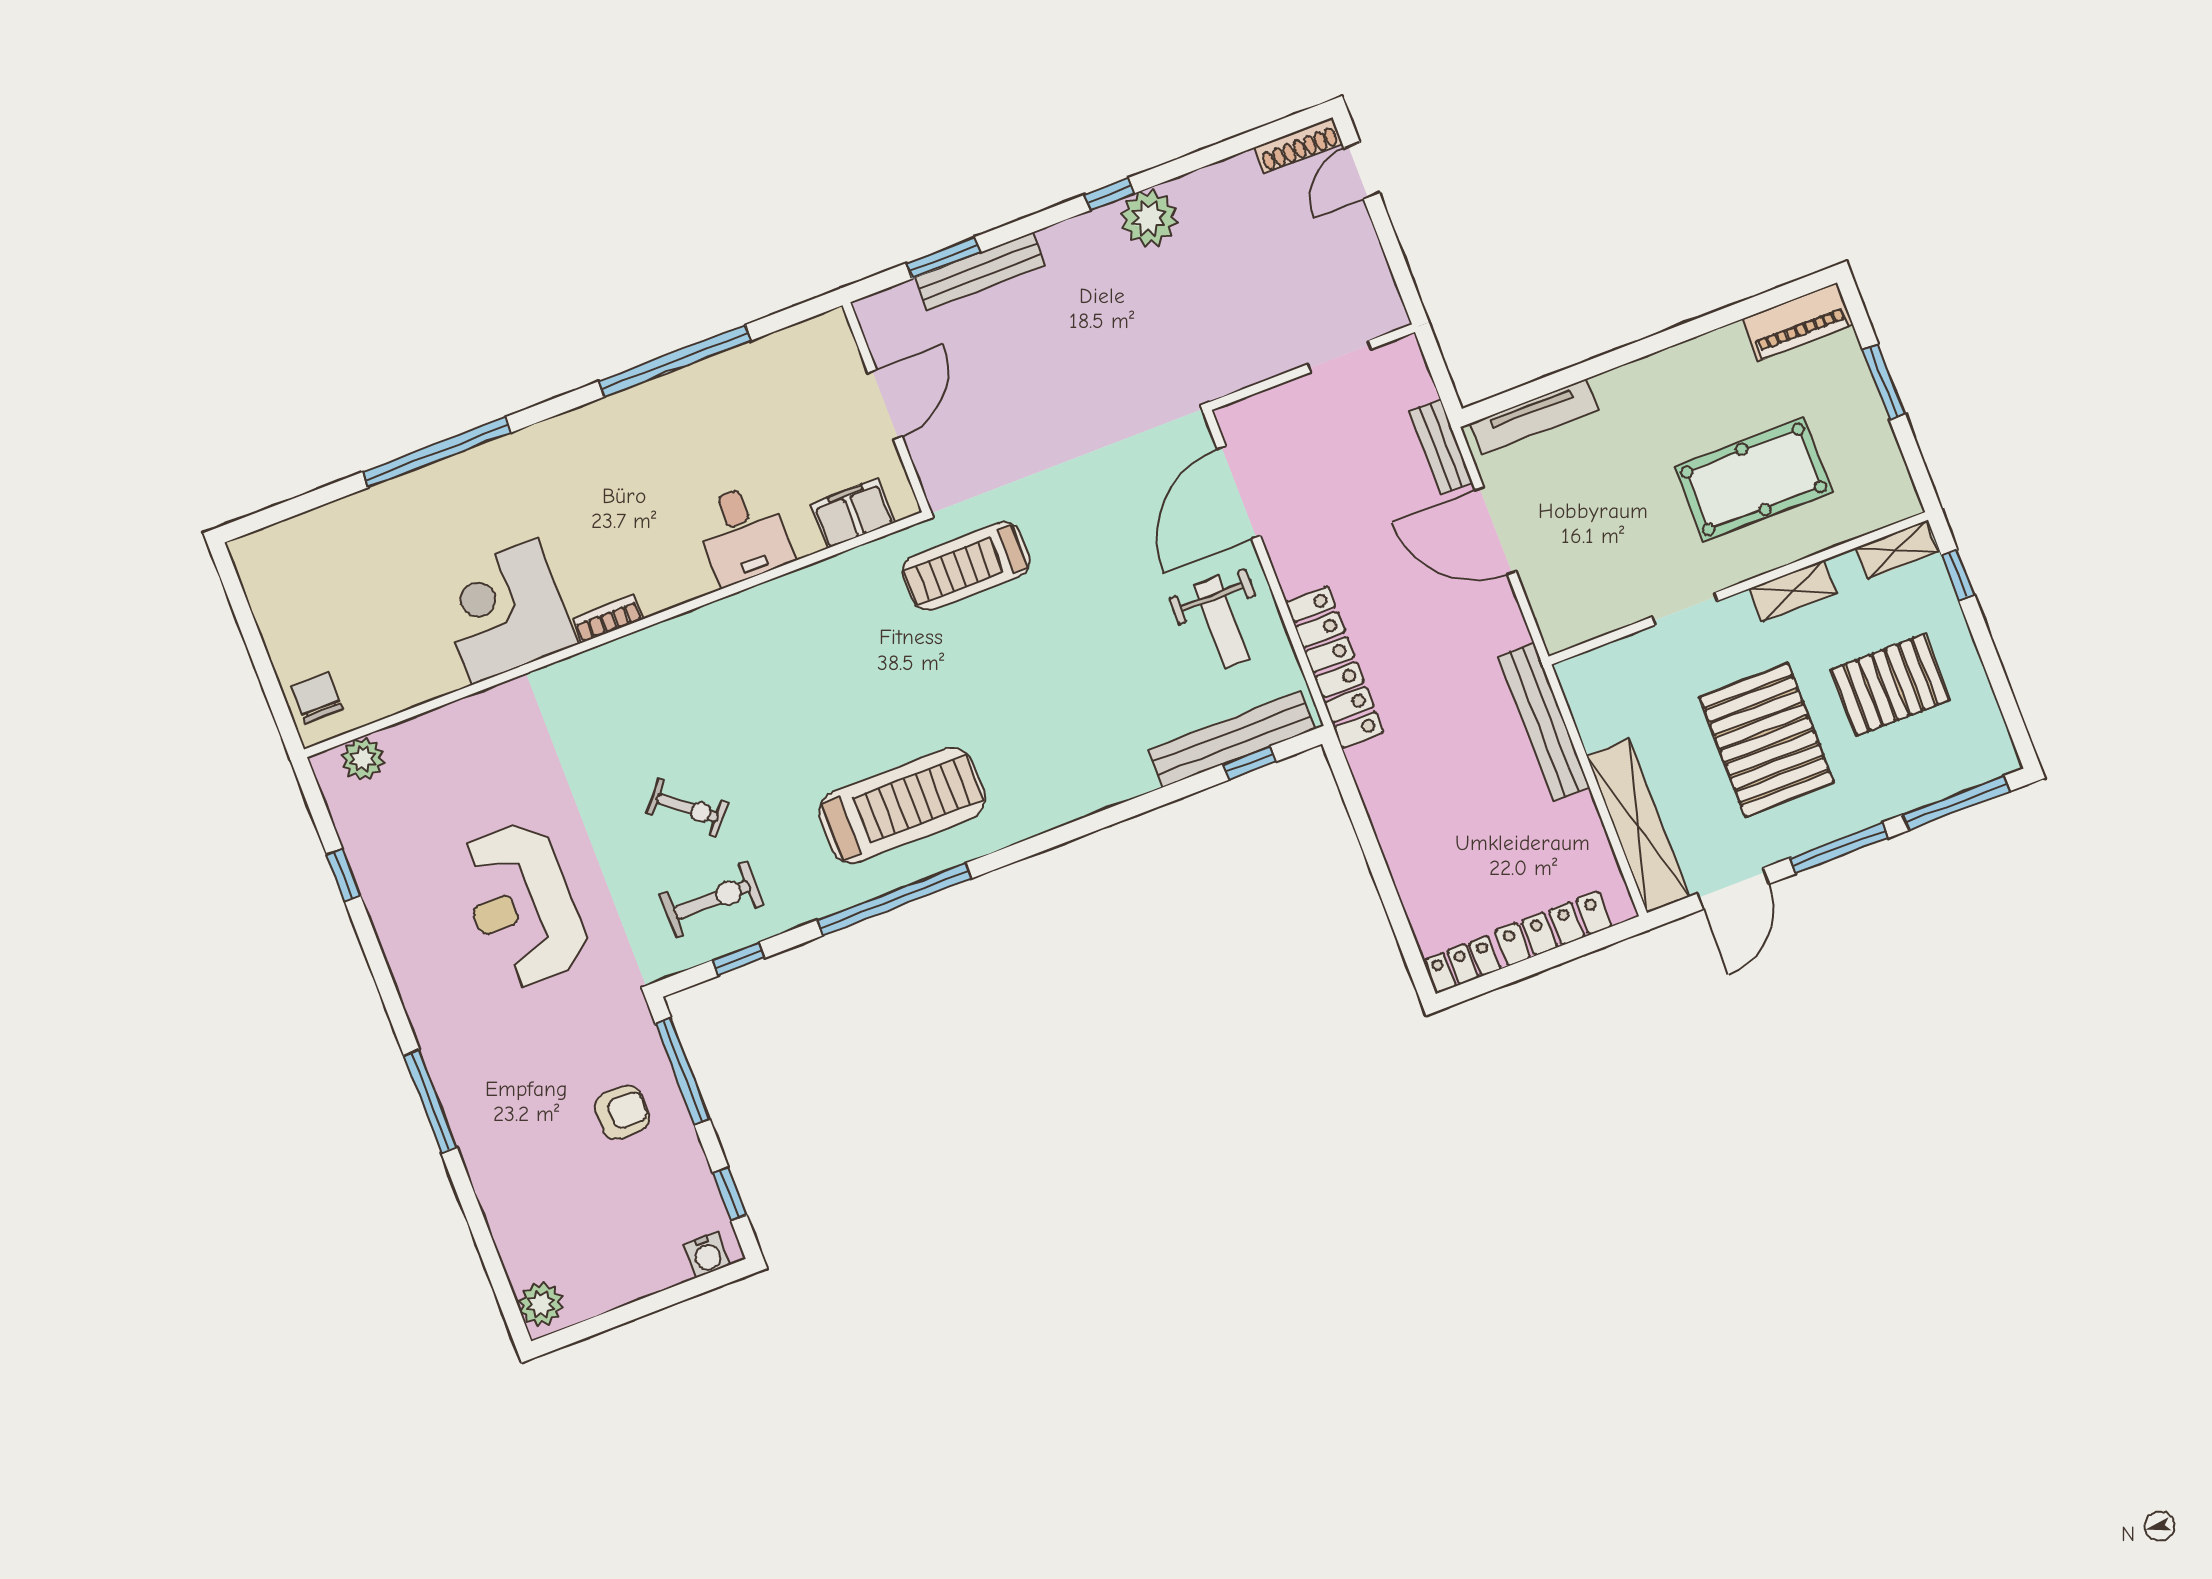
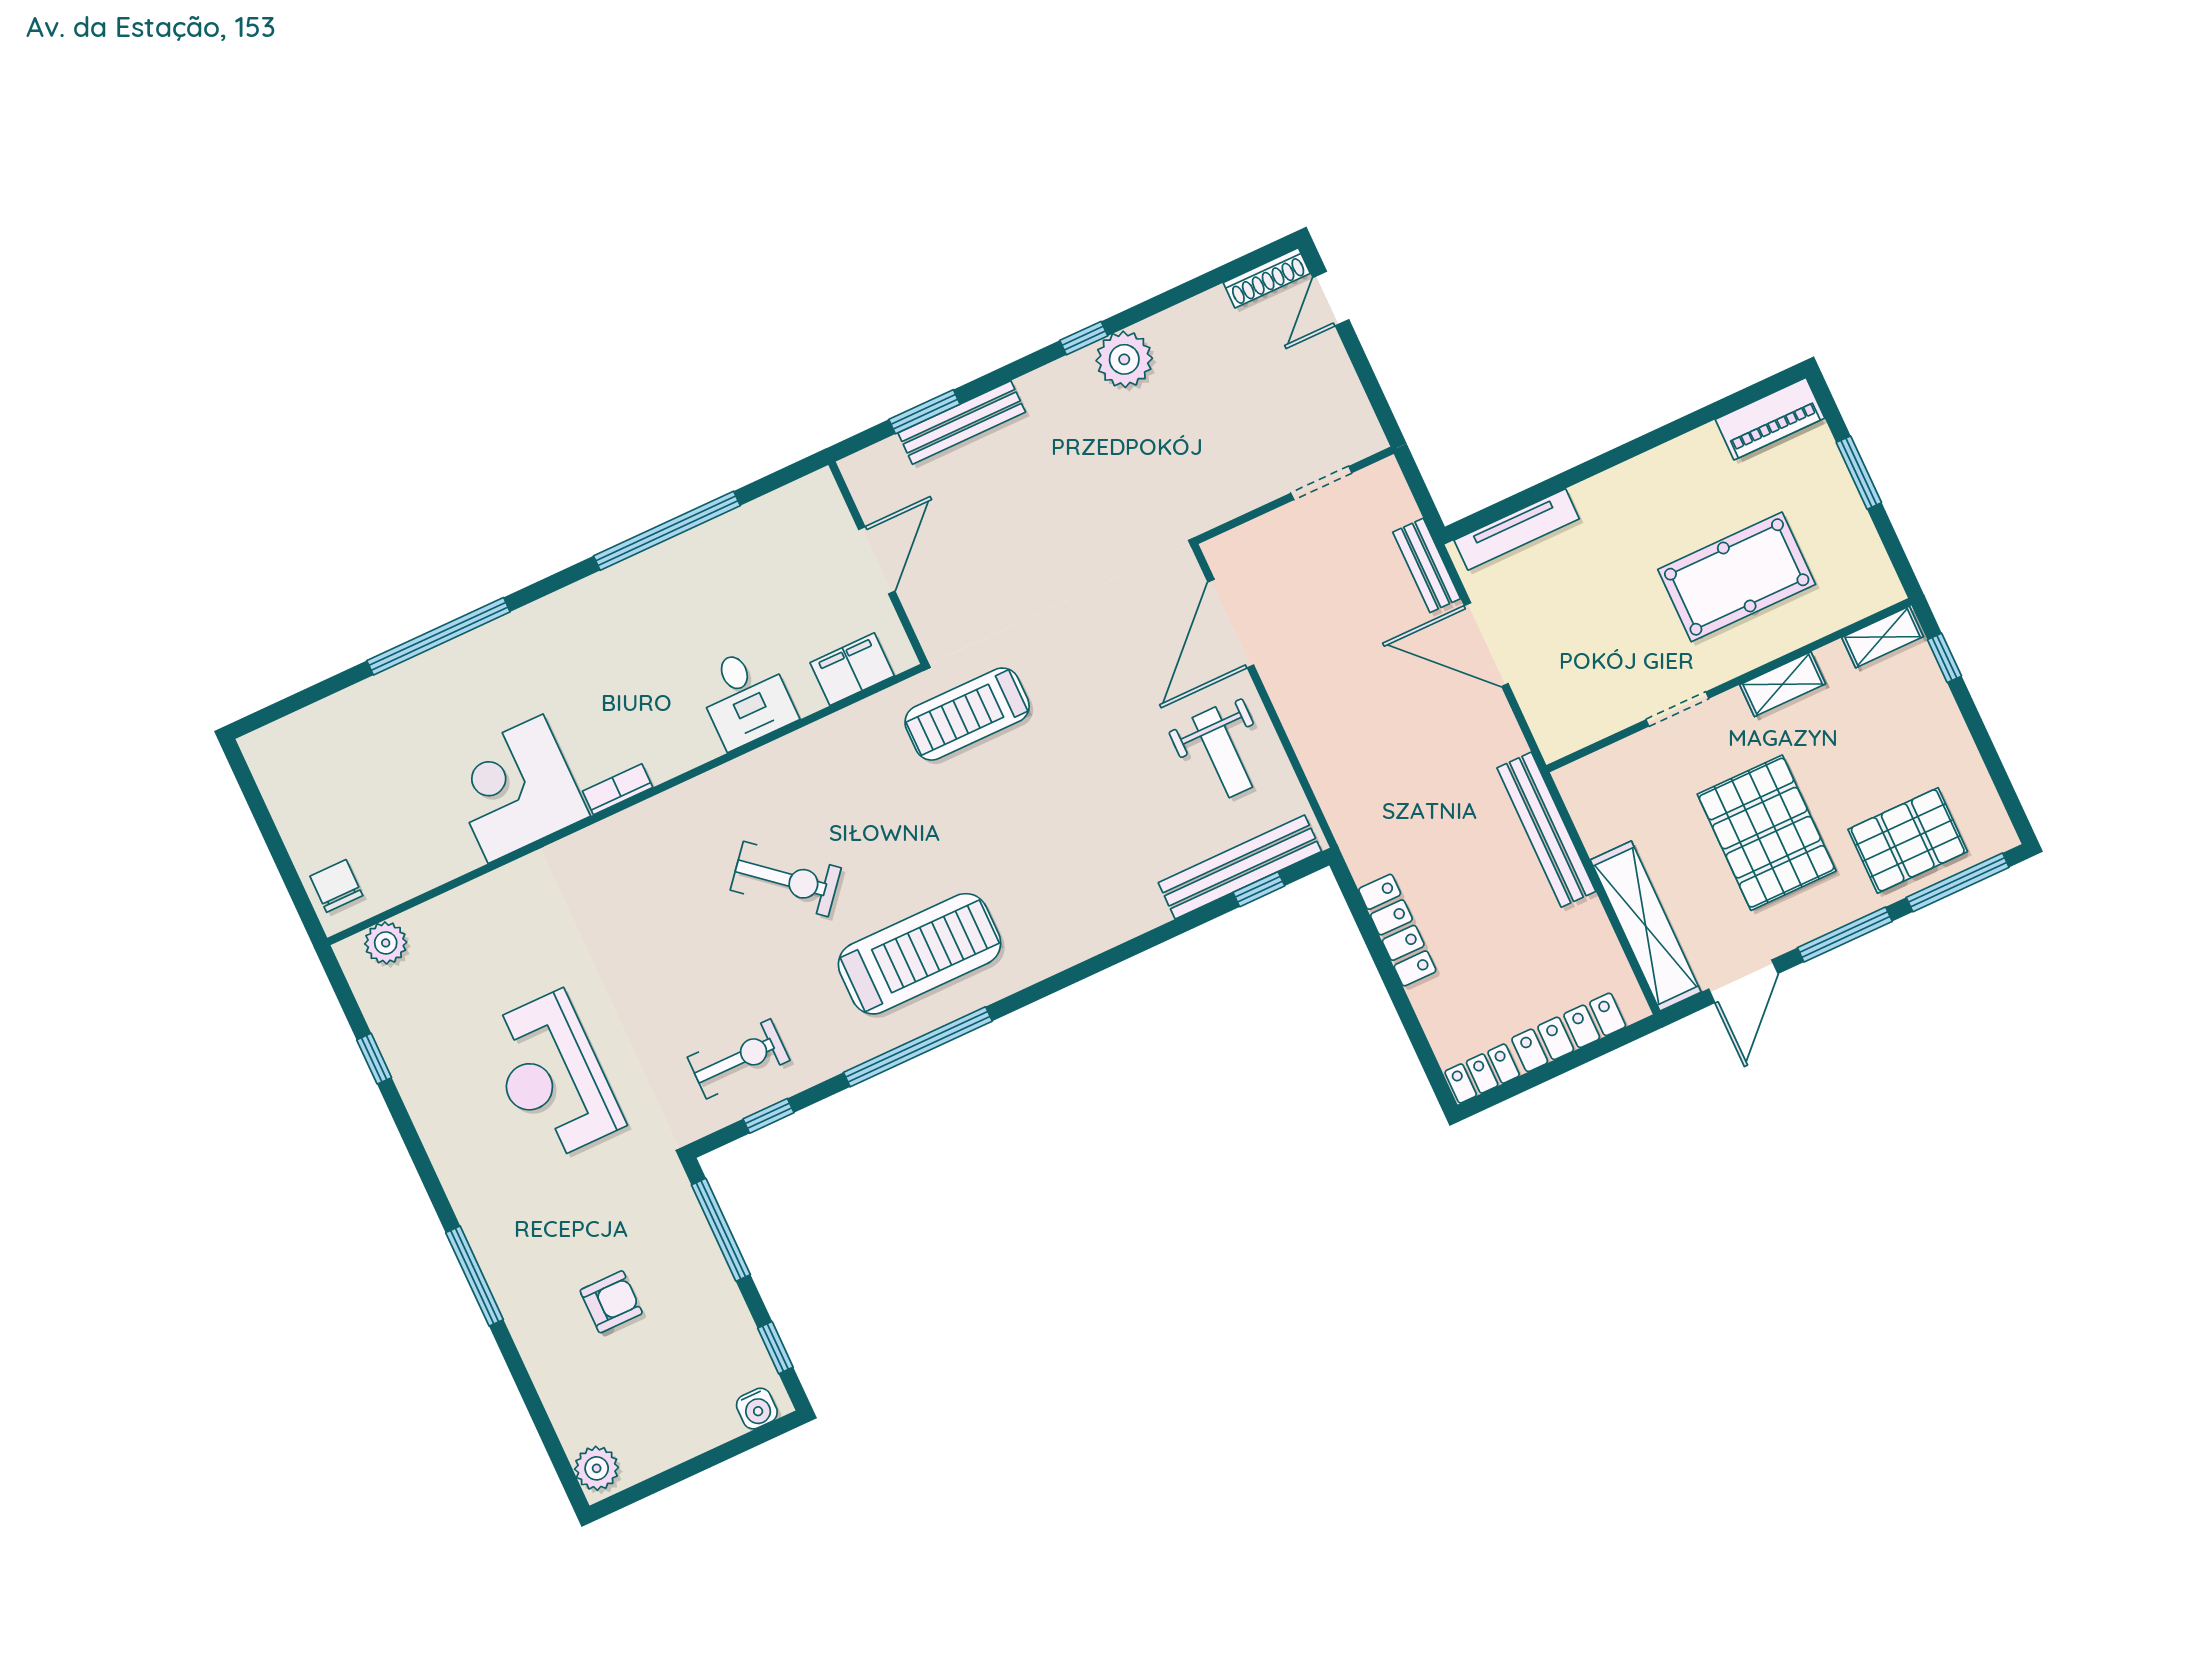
locker: (1335, 667) -> (1397, 930), moved, width x0.71, depth x0.83
pallet: (1890, 685) -> (1908, 840), moved
exercise bike: (688, 808) -> (786, 879), moved, width x1.38, depth x1.39
armchair: (622, 1112) -> (611, 1302), moved

